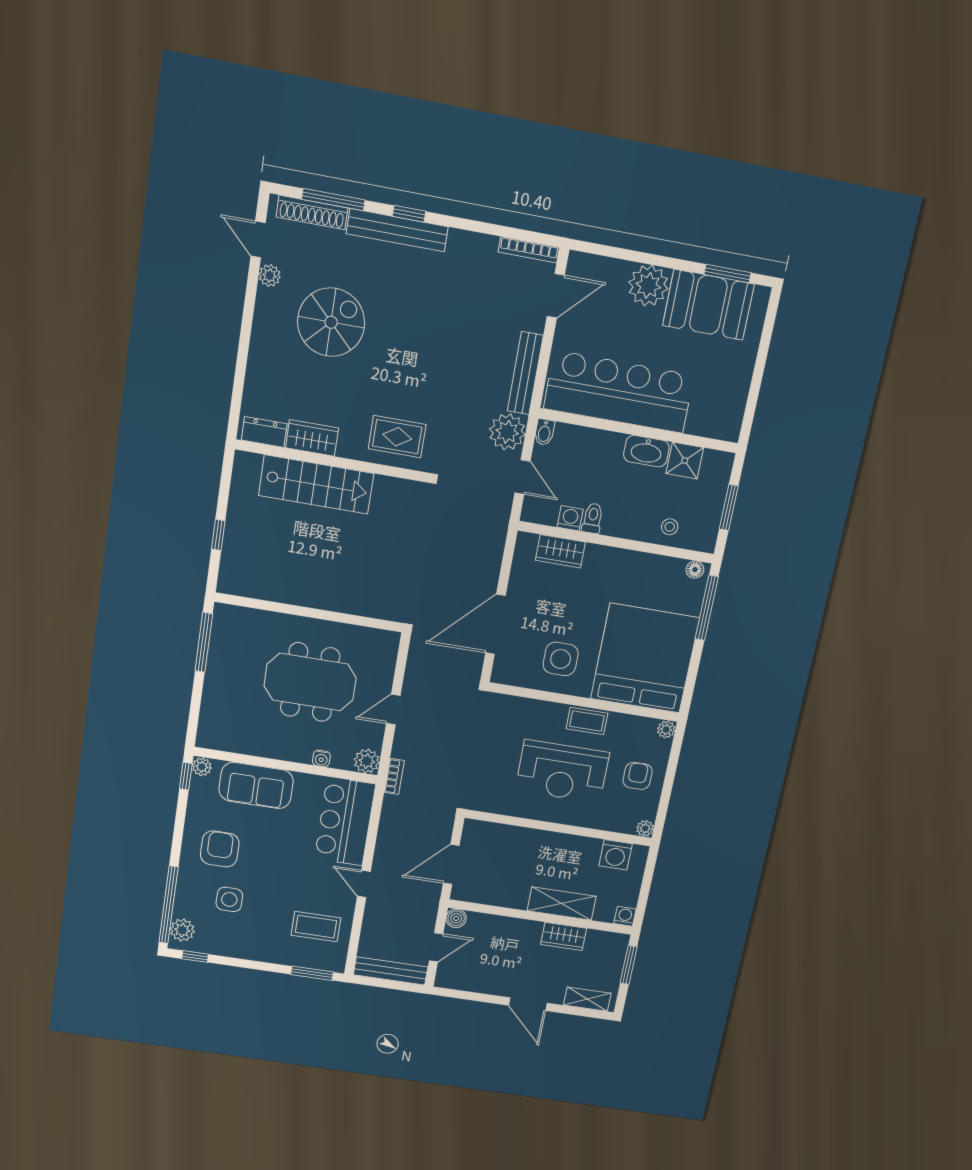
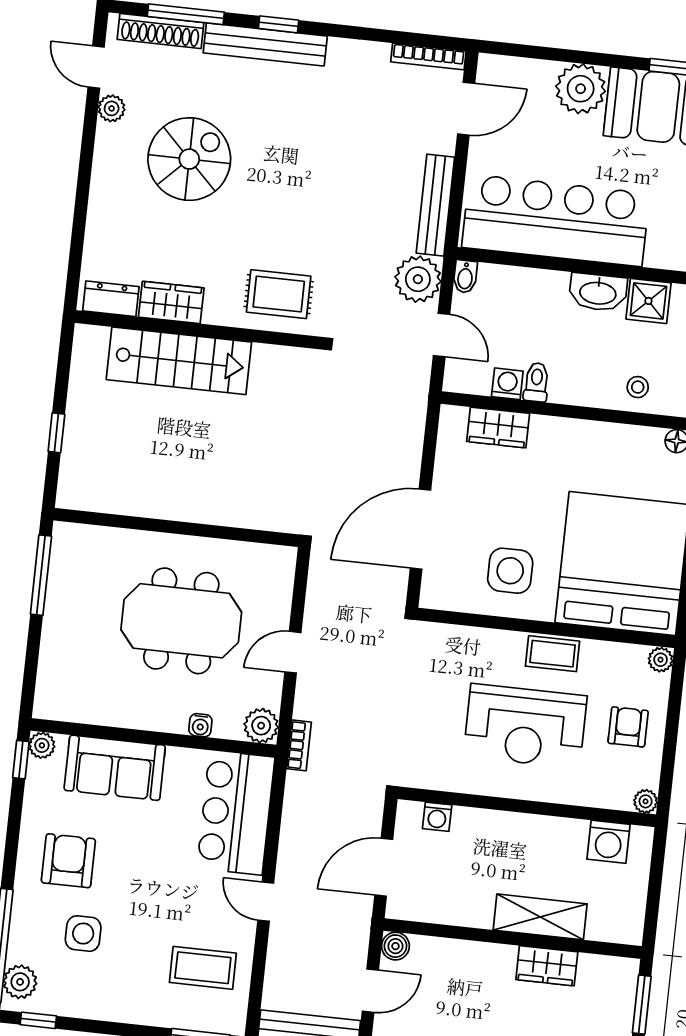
washing machine: (625, 916) -> (437, 817), moved, turned 180

